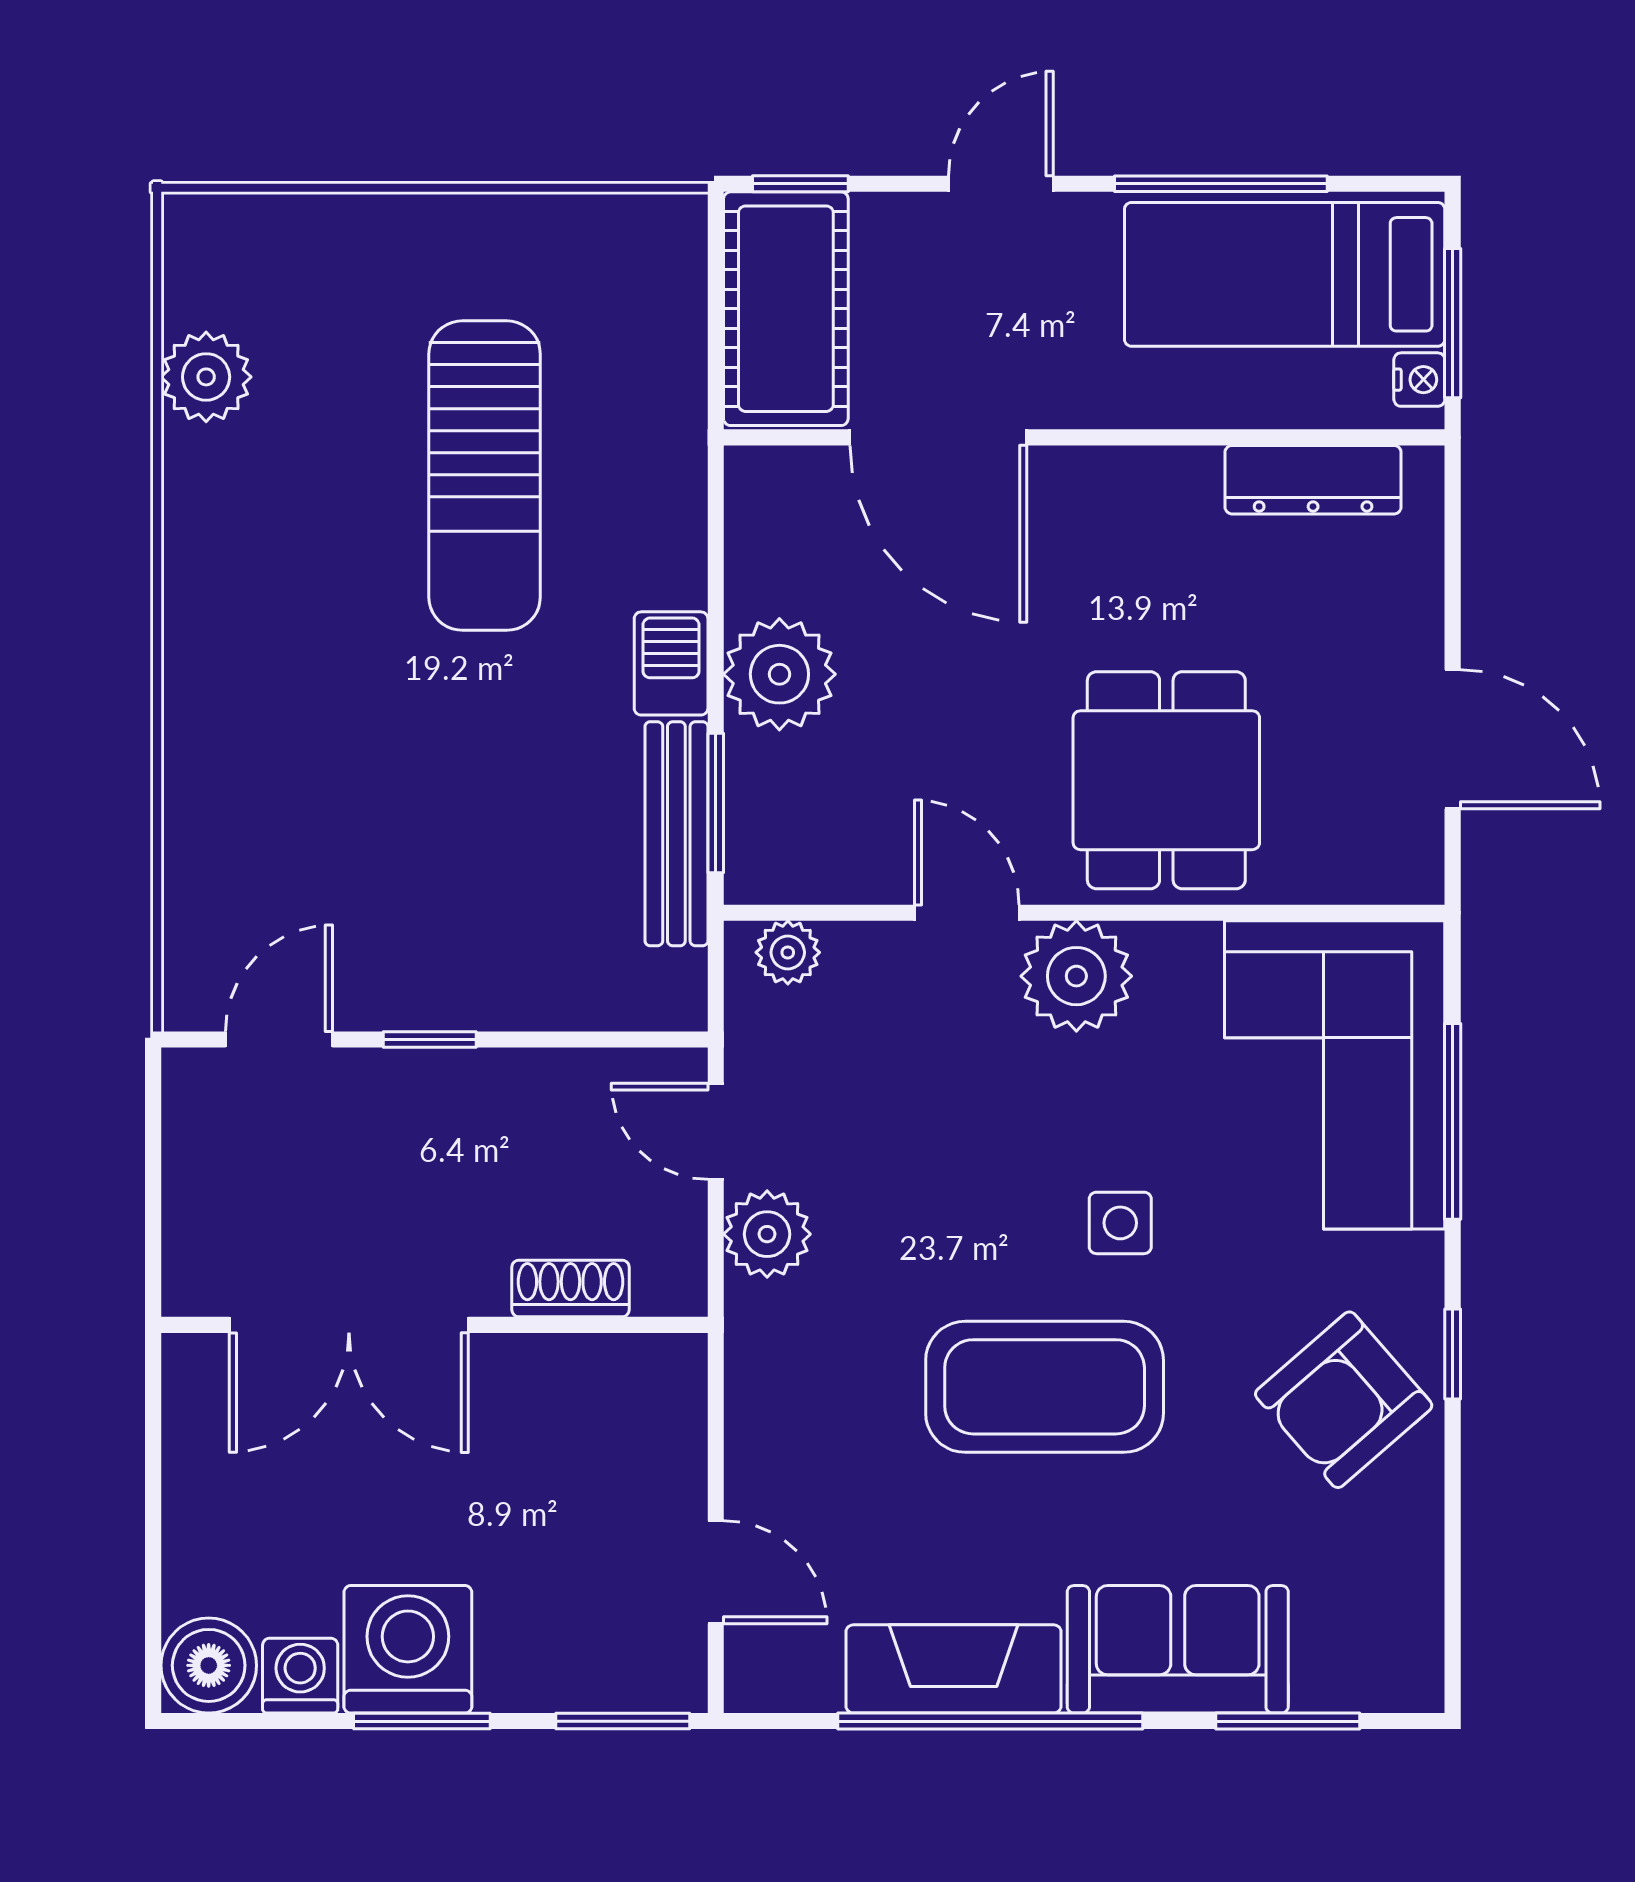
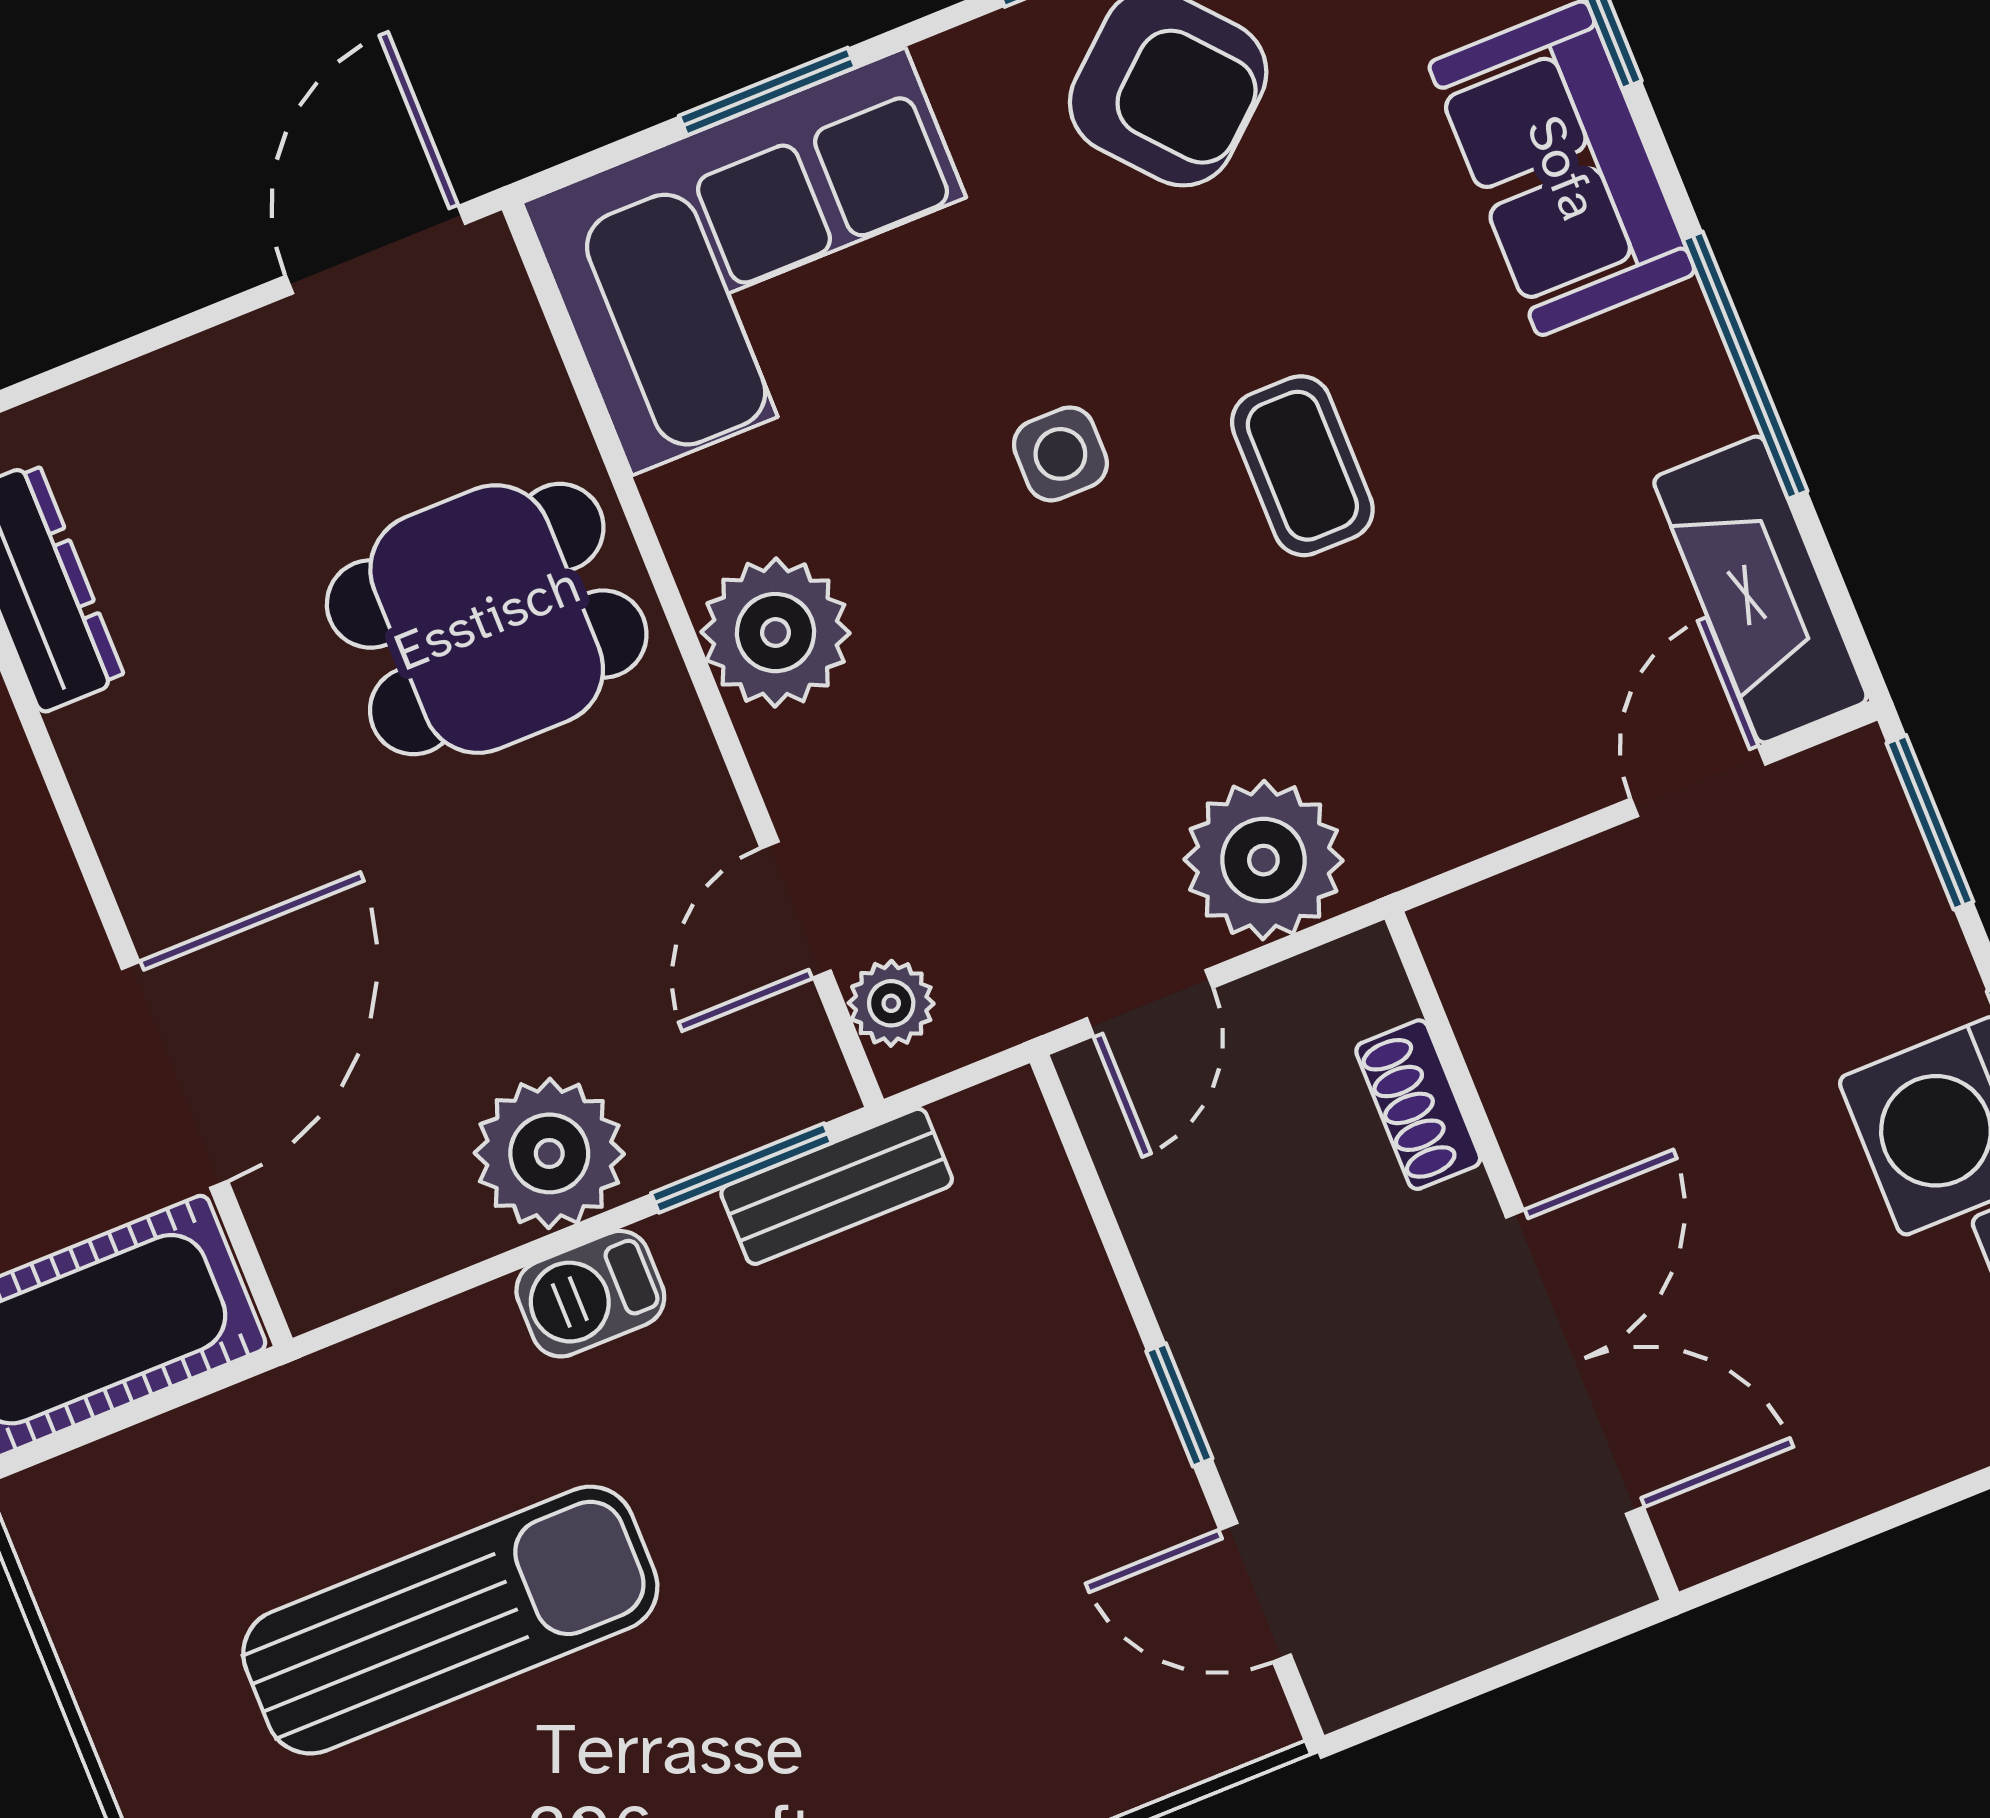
door: (1453, 739) -> (375, 250), moved
bench: (676, 834) -> (837, 1186), width x0.73
door: (967, 913) -> (796, 909), moved
window: (1453, 1121) -> (767, 91), width x0.69
plant: (767, 1234) -> (1263, 860), width x1.36, depth x1.36
coffee table: (1045, 1387) -> (1302, 466), width x0.54, depth x0.58
fireplace: (954, 1669) -> (1760, 589), moved
window: (990, 1721) -> (1745, 365), width x0.68

